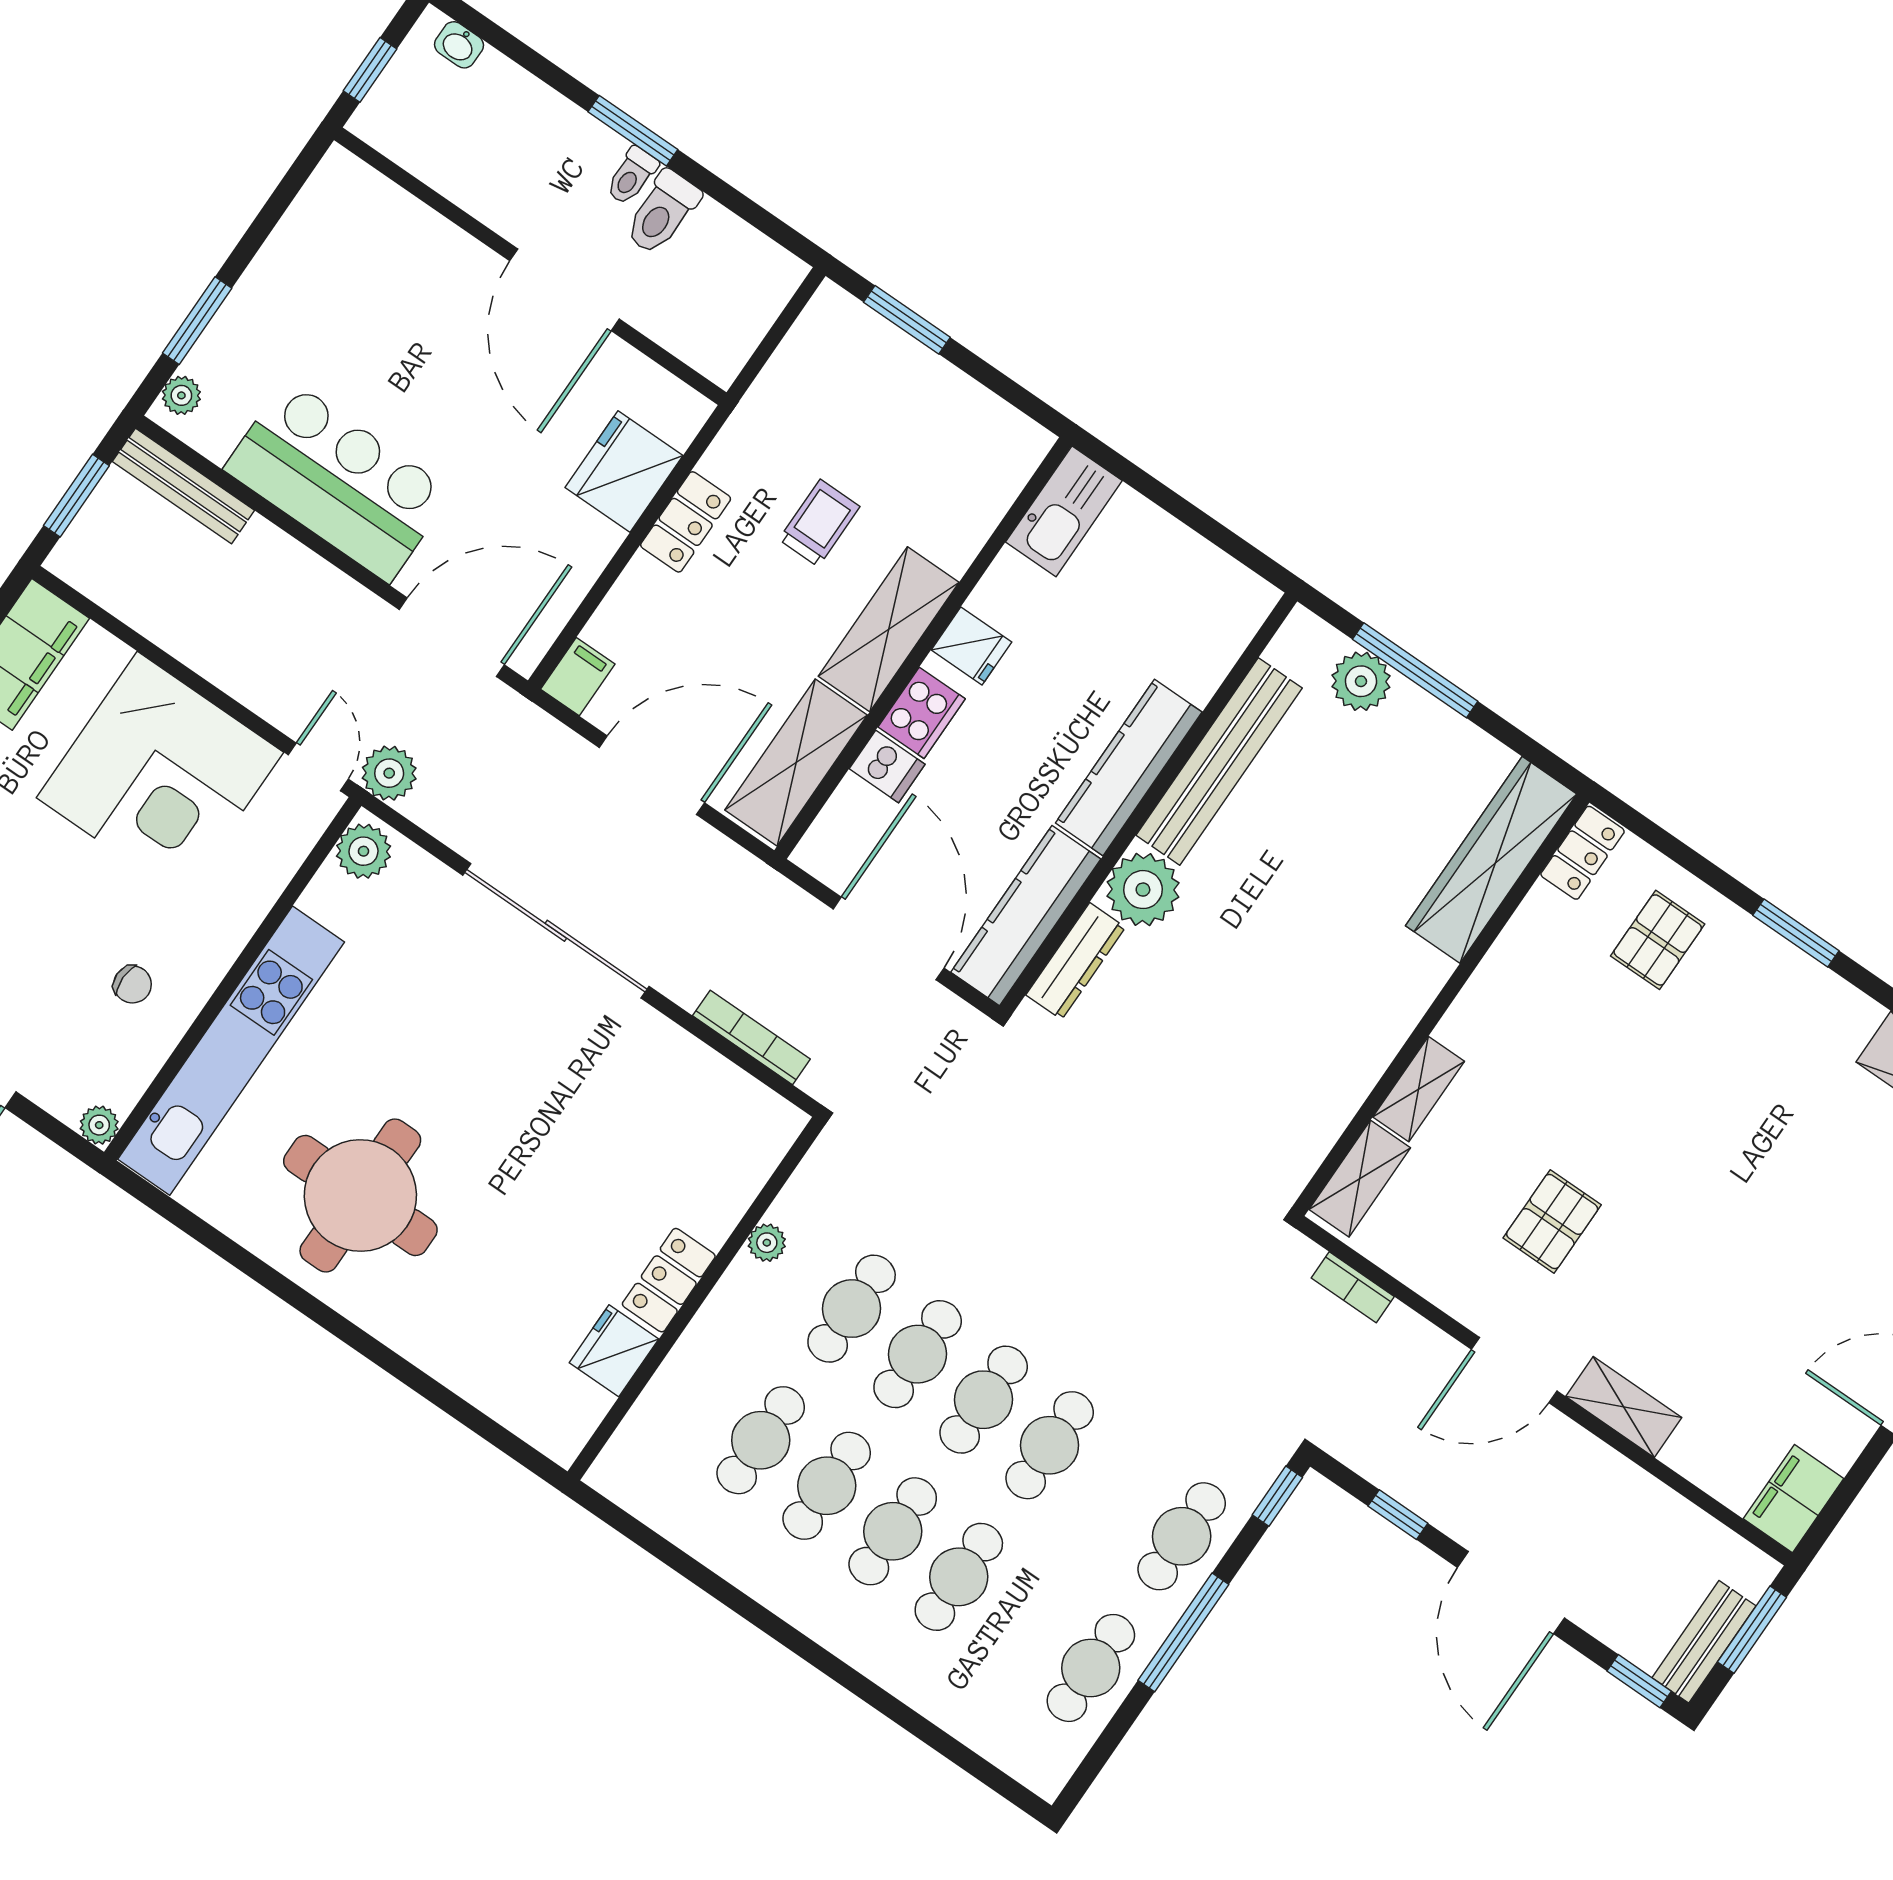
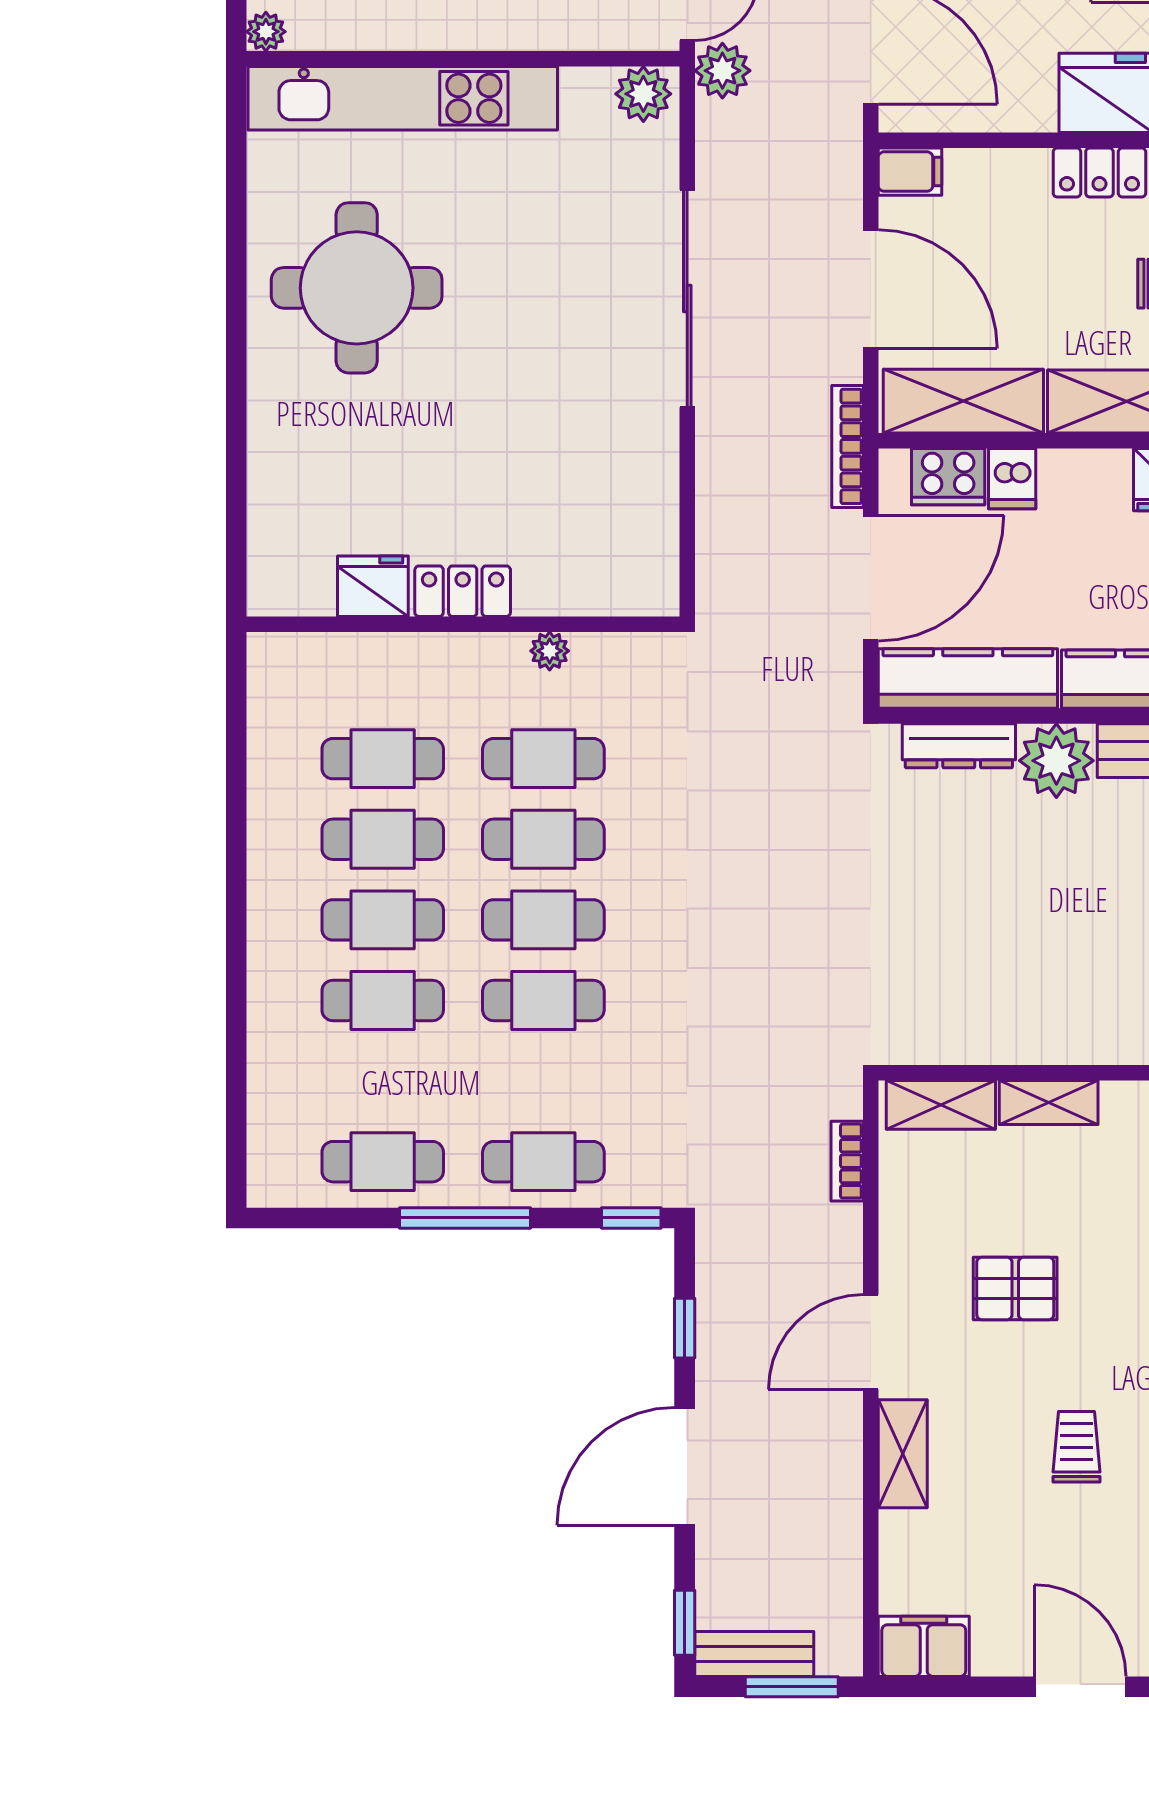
cooker: (922, 713) -> (948, 477), moved
bookcase: (751, 1037) -> (847, 446), moved, turned 180
trolley: (1716, 1261) -> (1076, 1447), added
door: (1514, 1370) -> (871, 1342), hinge flipped

